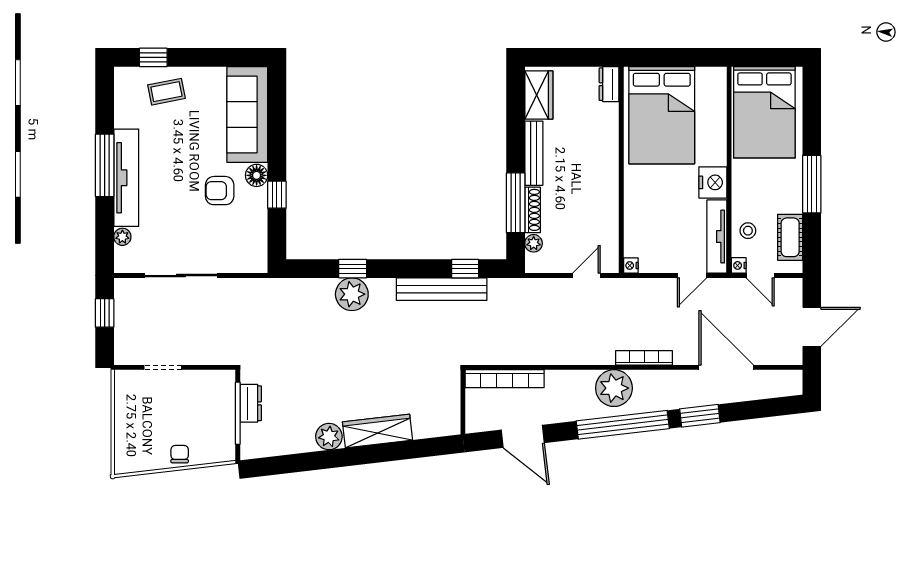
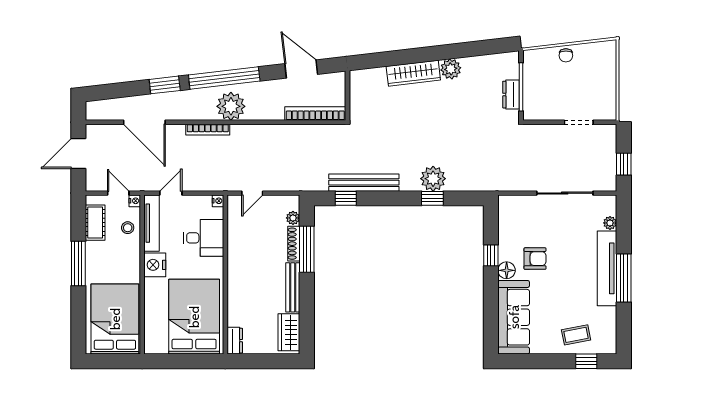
desk: (649, 217) -> (204, 238), added

